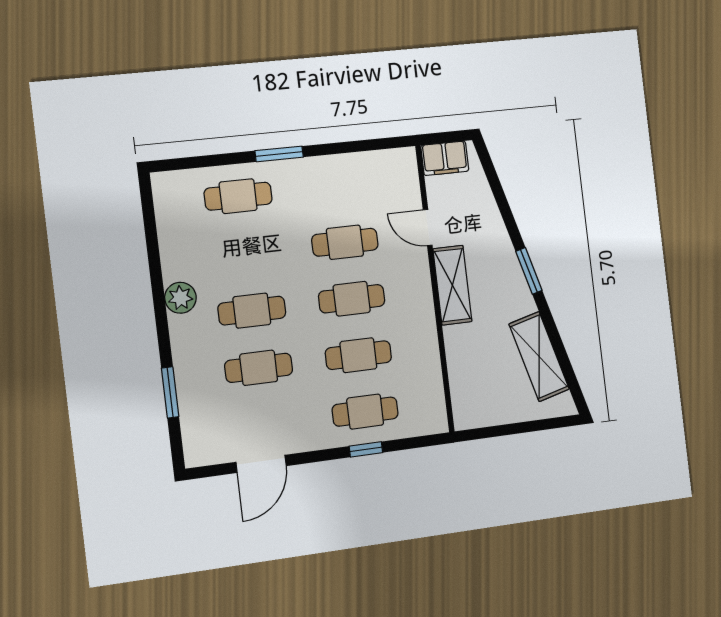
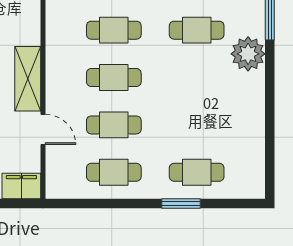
window: (279, 154) -> (181, 204), moved
plant: (180, 298) -> (248, 54), moved, width x1.36, depth x1.36
cafe table: (252, 311) -> (114, 172), moved

